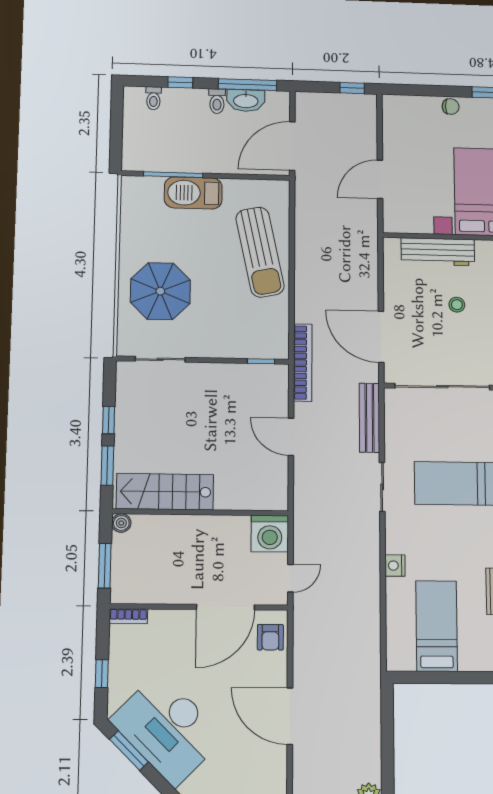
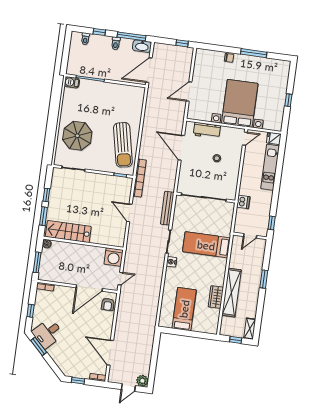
washbasin: (246, 100) -> (142, 46), moved
barbecue: (193, 193) -> (72, 82), moved, width x0.53, depth x0.65
sun lounger: (260, 252) -> (123, 145), moved
workbench: (438, 252) -> (207, 130), width x0.73
door: (381, 337) -> (181, 148), moved
nightstand: (395, 566) -> (171, 262), moved
door: (290, 716) -> (110, 353), moved
desk: (167, 729) -> (48, 333), width x0.53, depth x0.77

